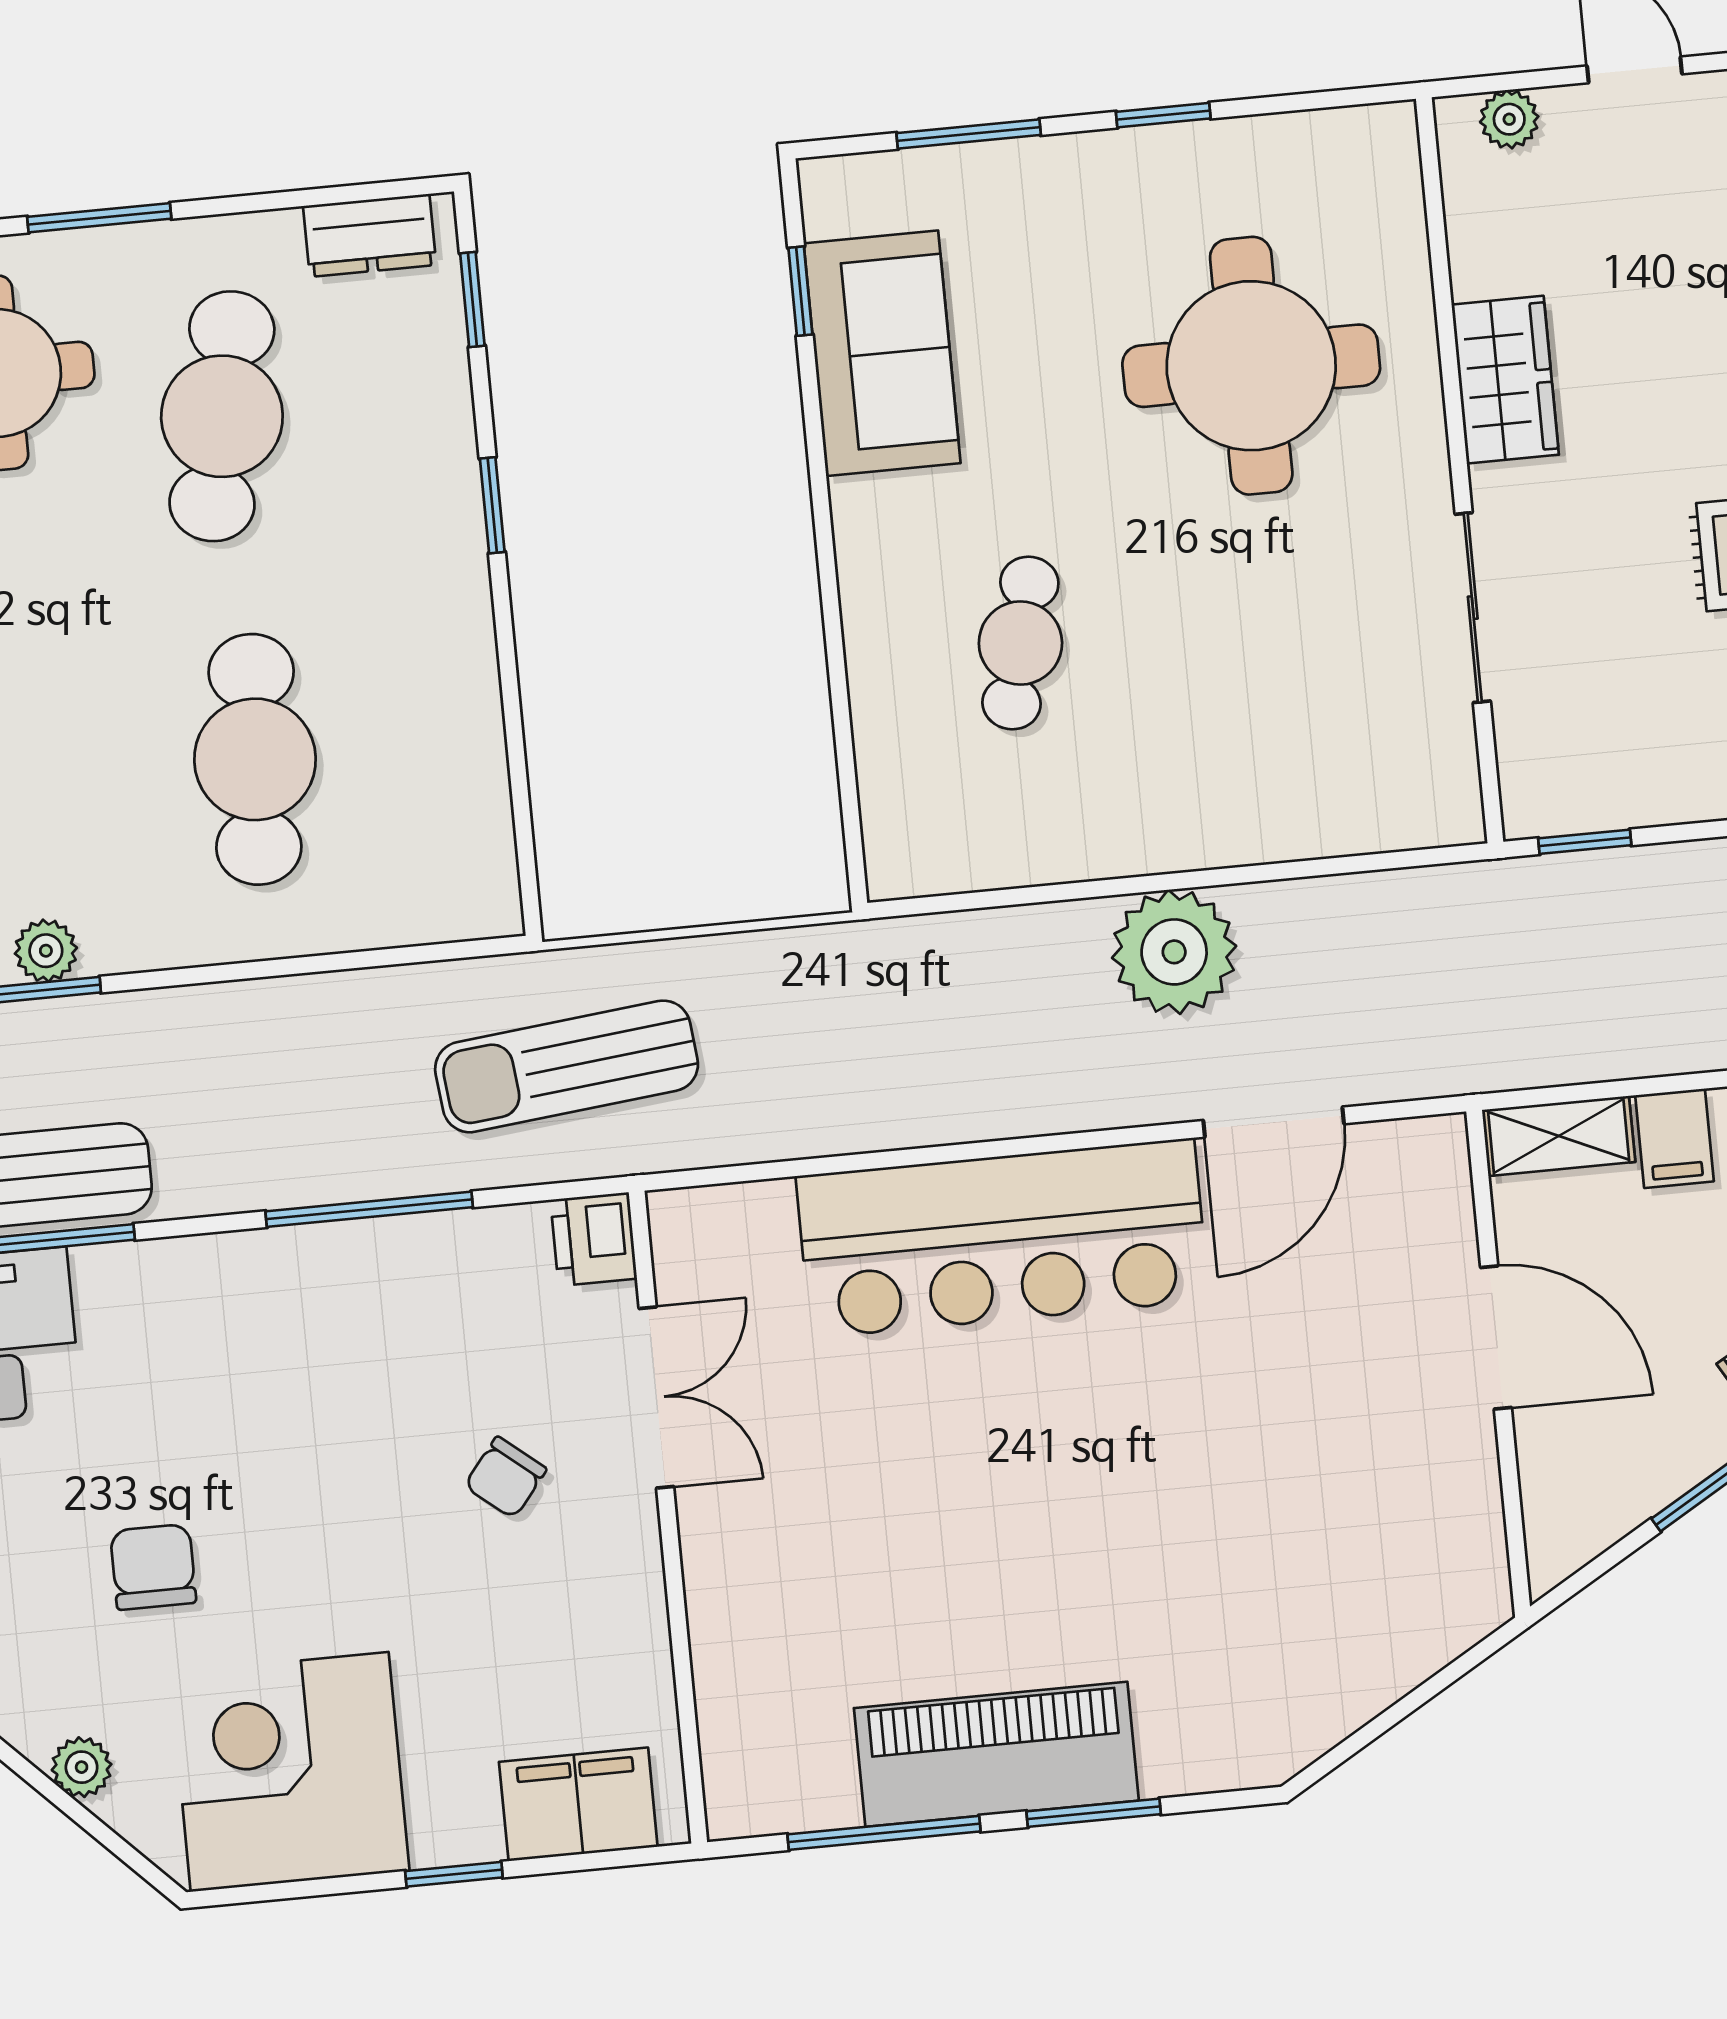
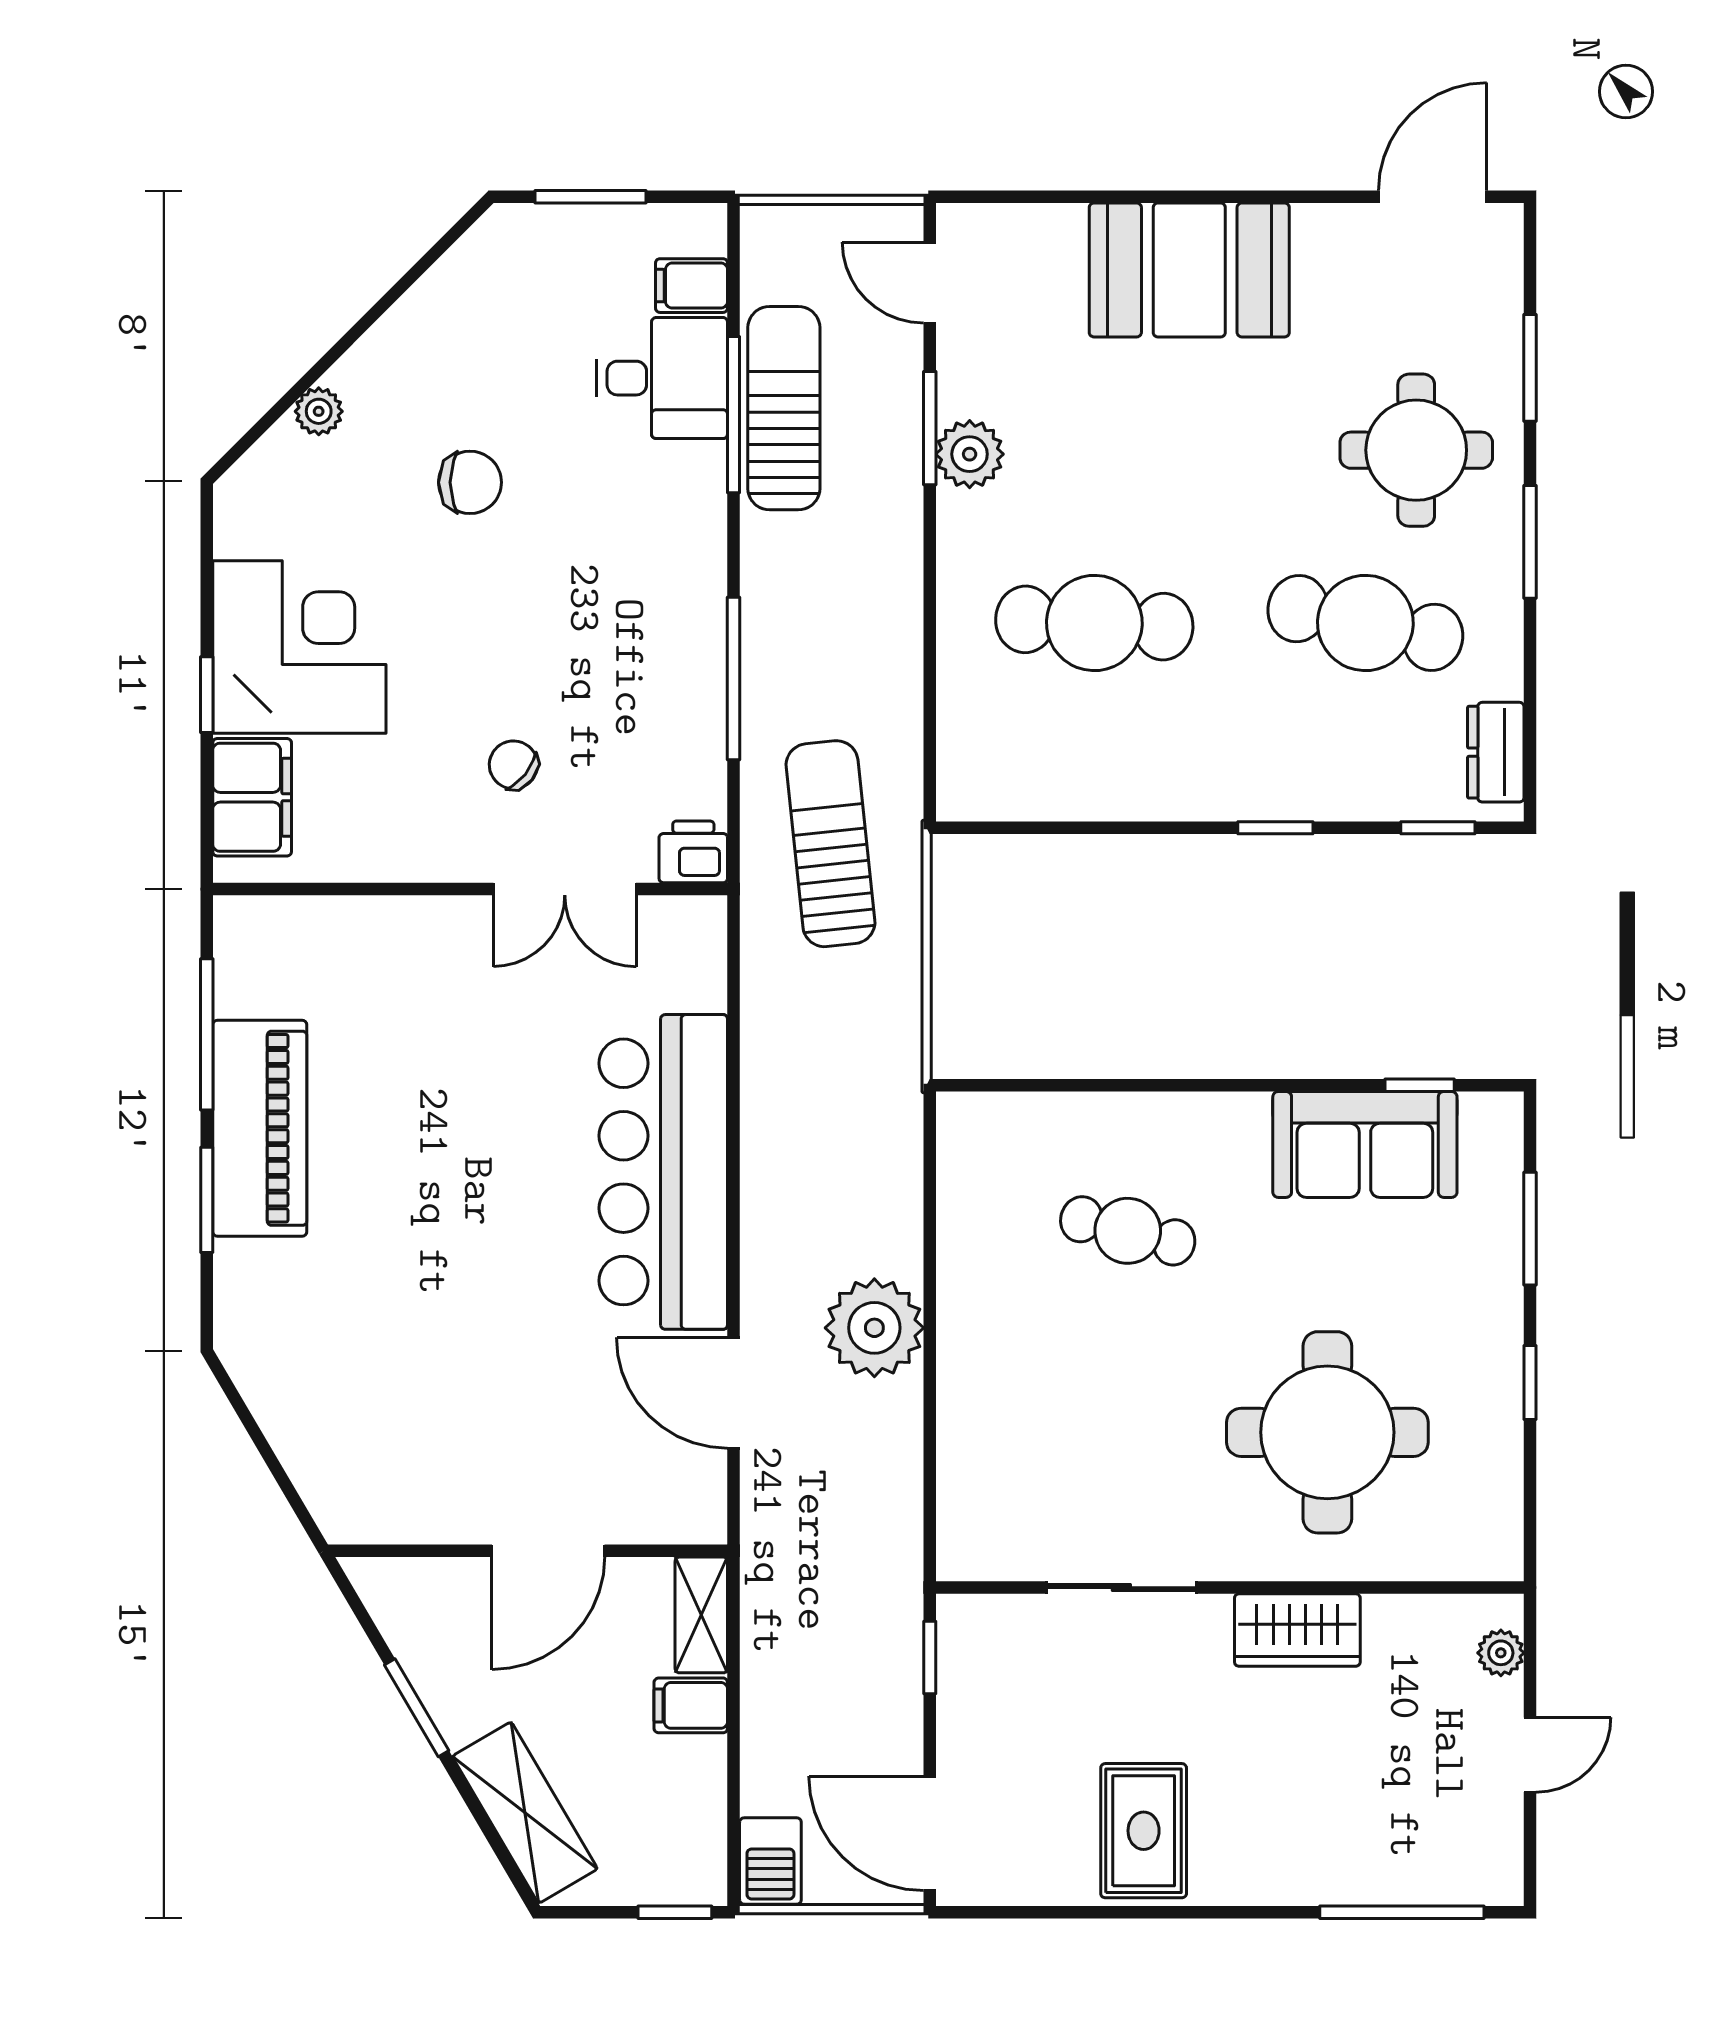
plant: (46, 951) -> (970, 454), width x1.38, depth x1.38
corner desk: (290, 1772) -> (299, 647), moved

